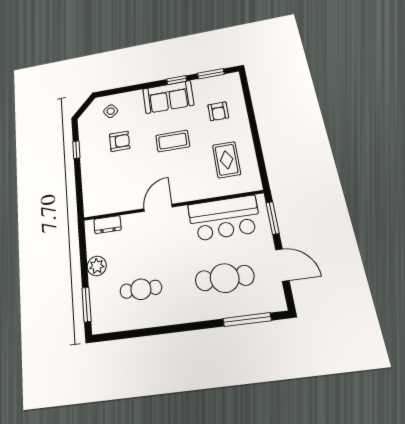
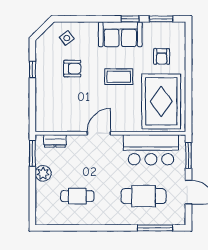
rug: (227, 160) -> (161, 101), width x1.86, depth x2.06
window: (86, 304) -> (32, 153), moved

